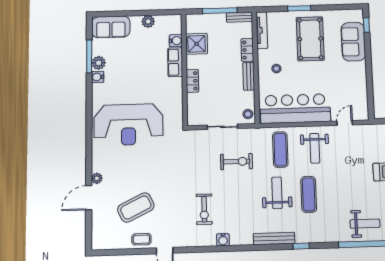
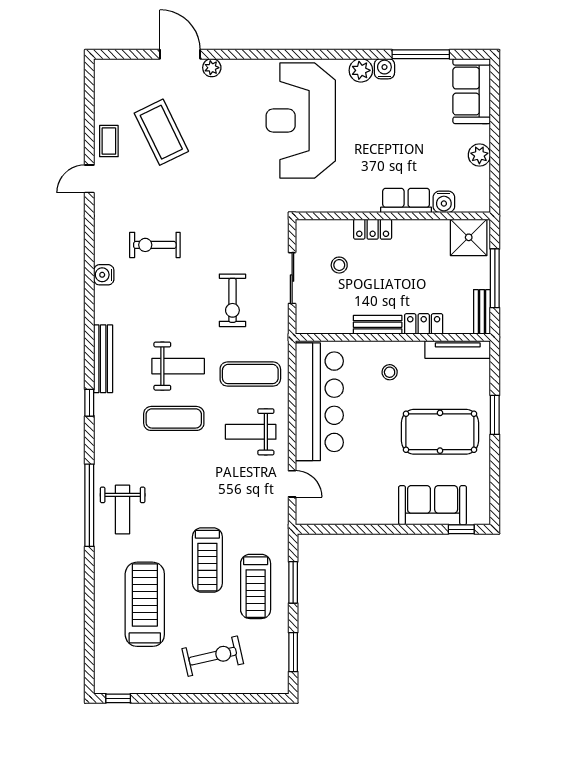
shower: (197, 44) -> (469, 237), moved
plant: (99, 63) -> (361, 70), moved
stool: (248, 114) -> (339, 265), moved

